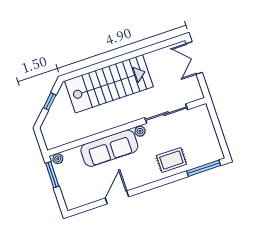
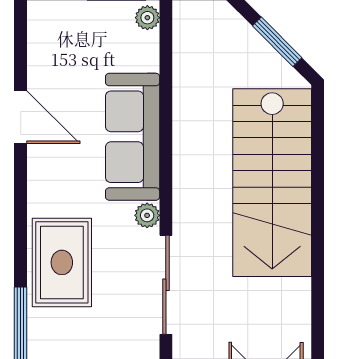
window: (50, 101) -> (277, 42), width x1.50
rug: (171, 160) -> (62, 262), width x1.36, depth x1.43

